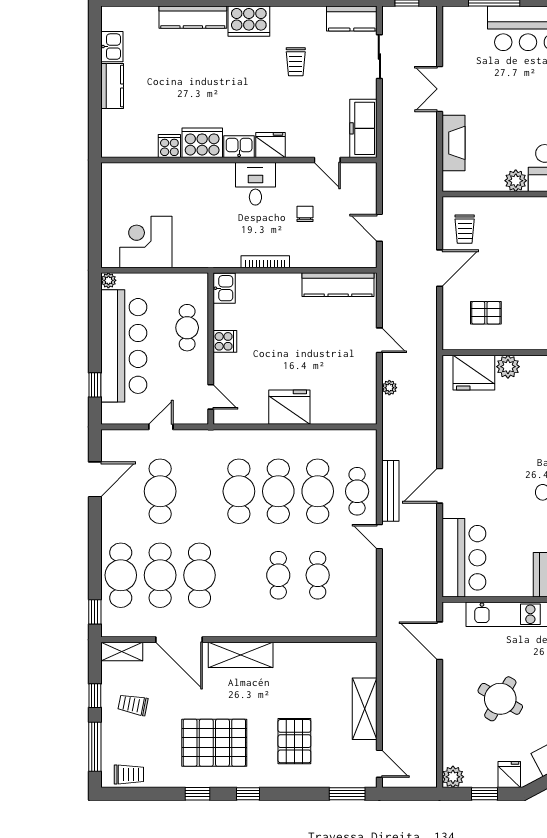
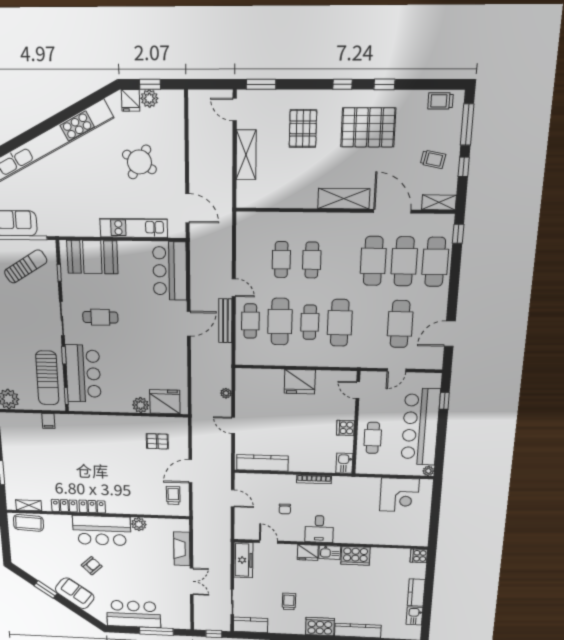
cooker: (169, 146) -> (419, 556), moved, turned 90
cafe table: (278, 491) -> (310, 322), width x0.73, depth x0.74
plant: (453, 777) -> (149, 98), moved

